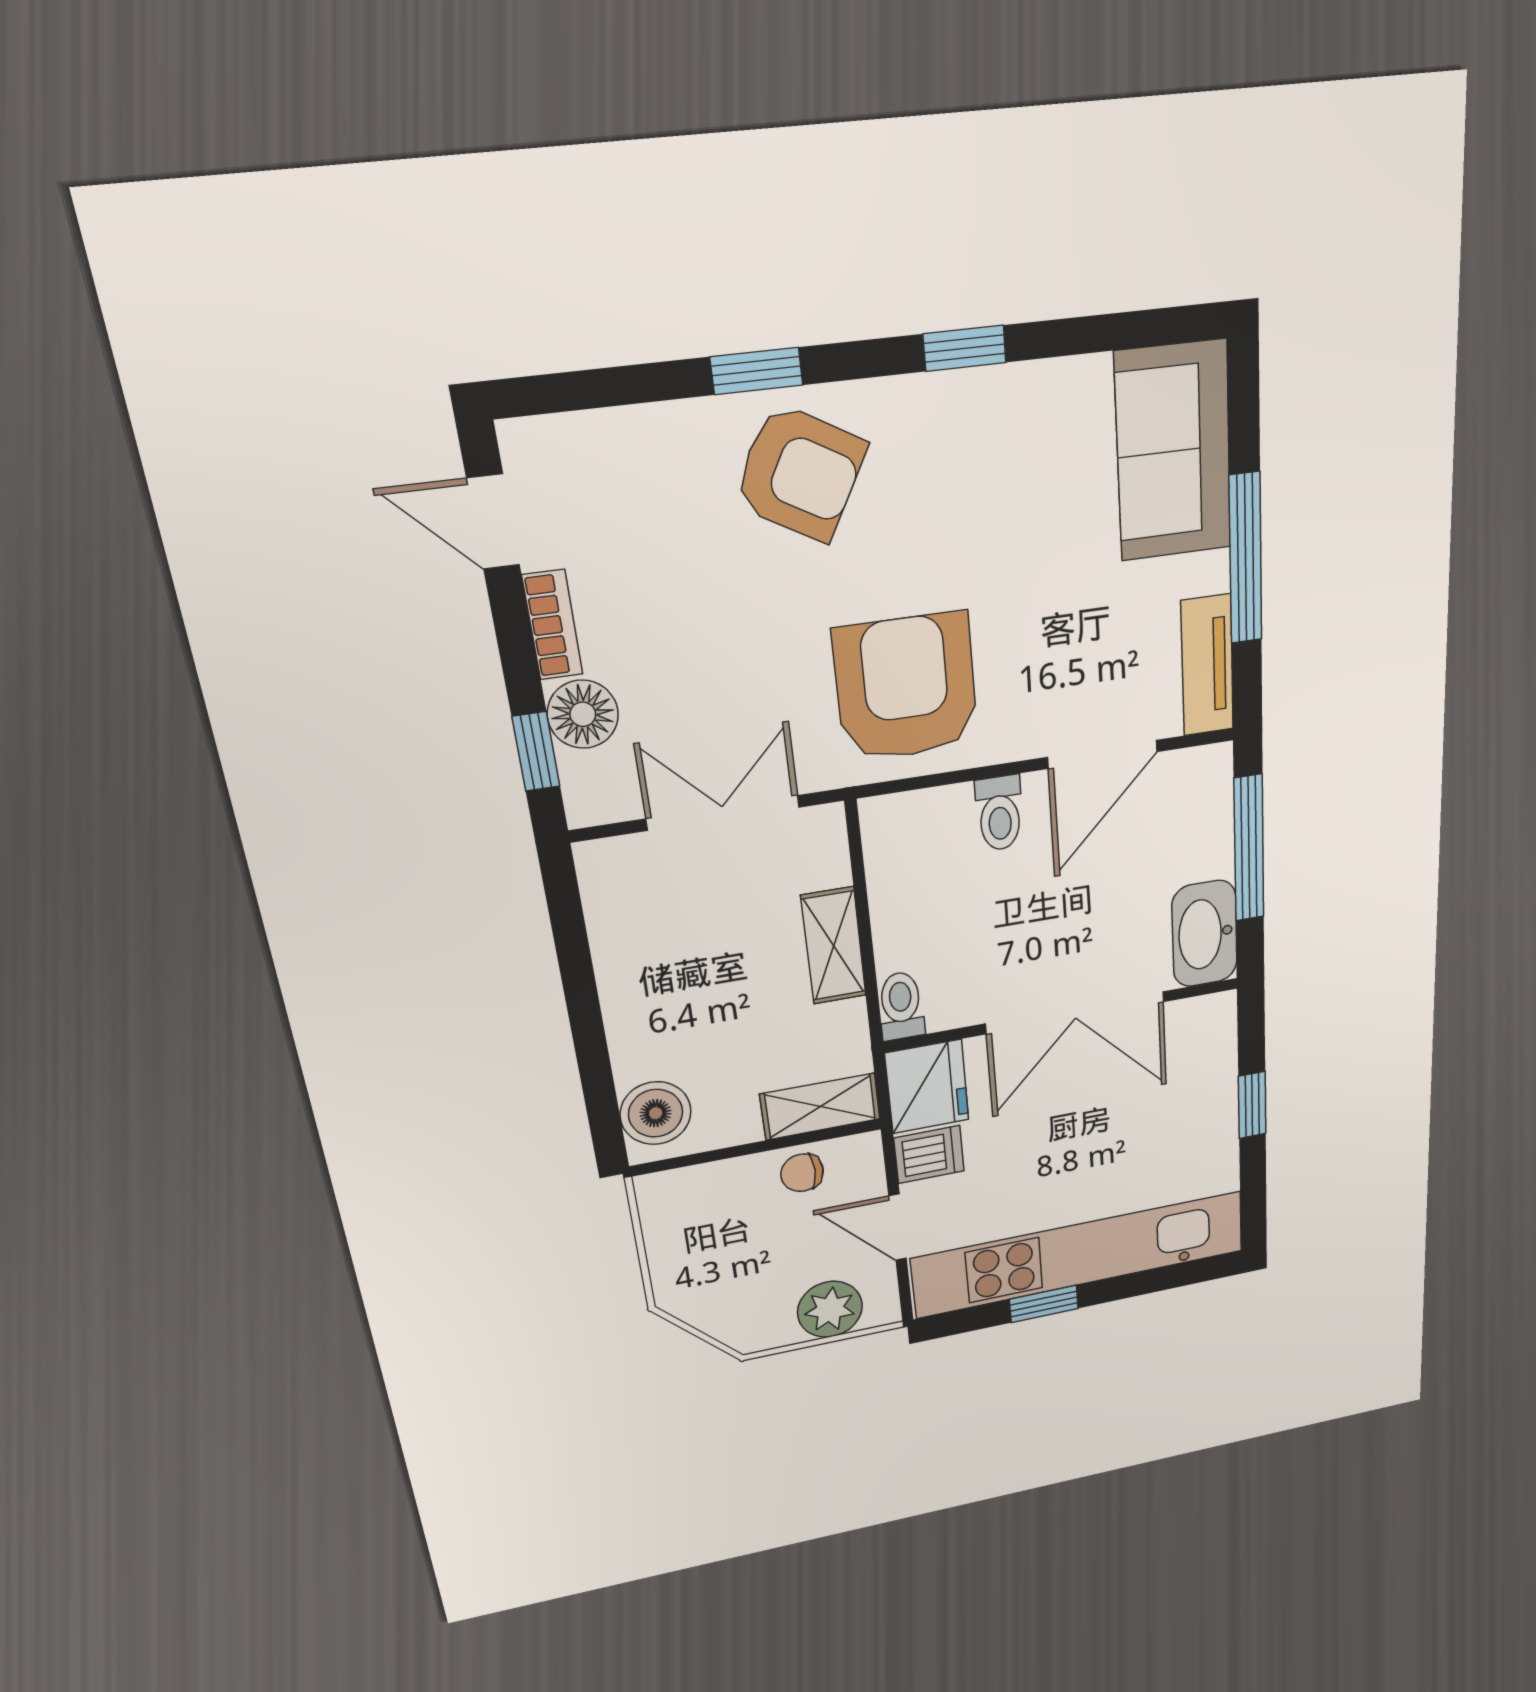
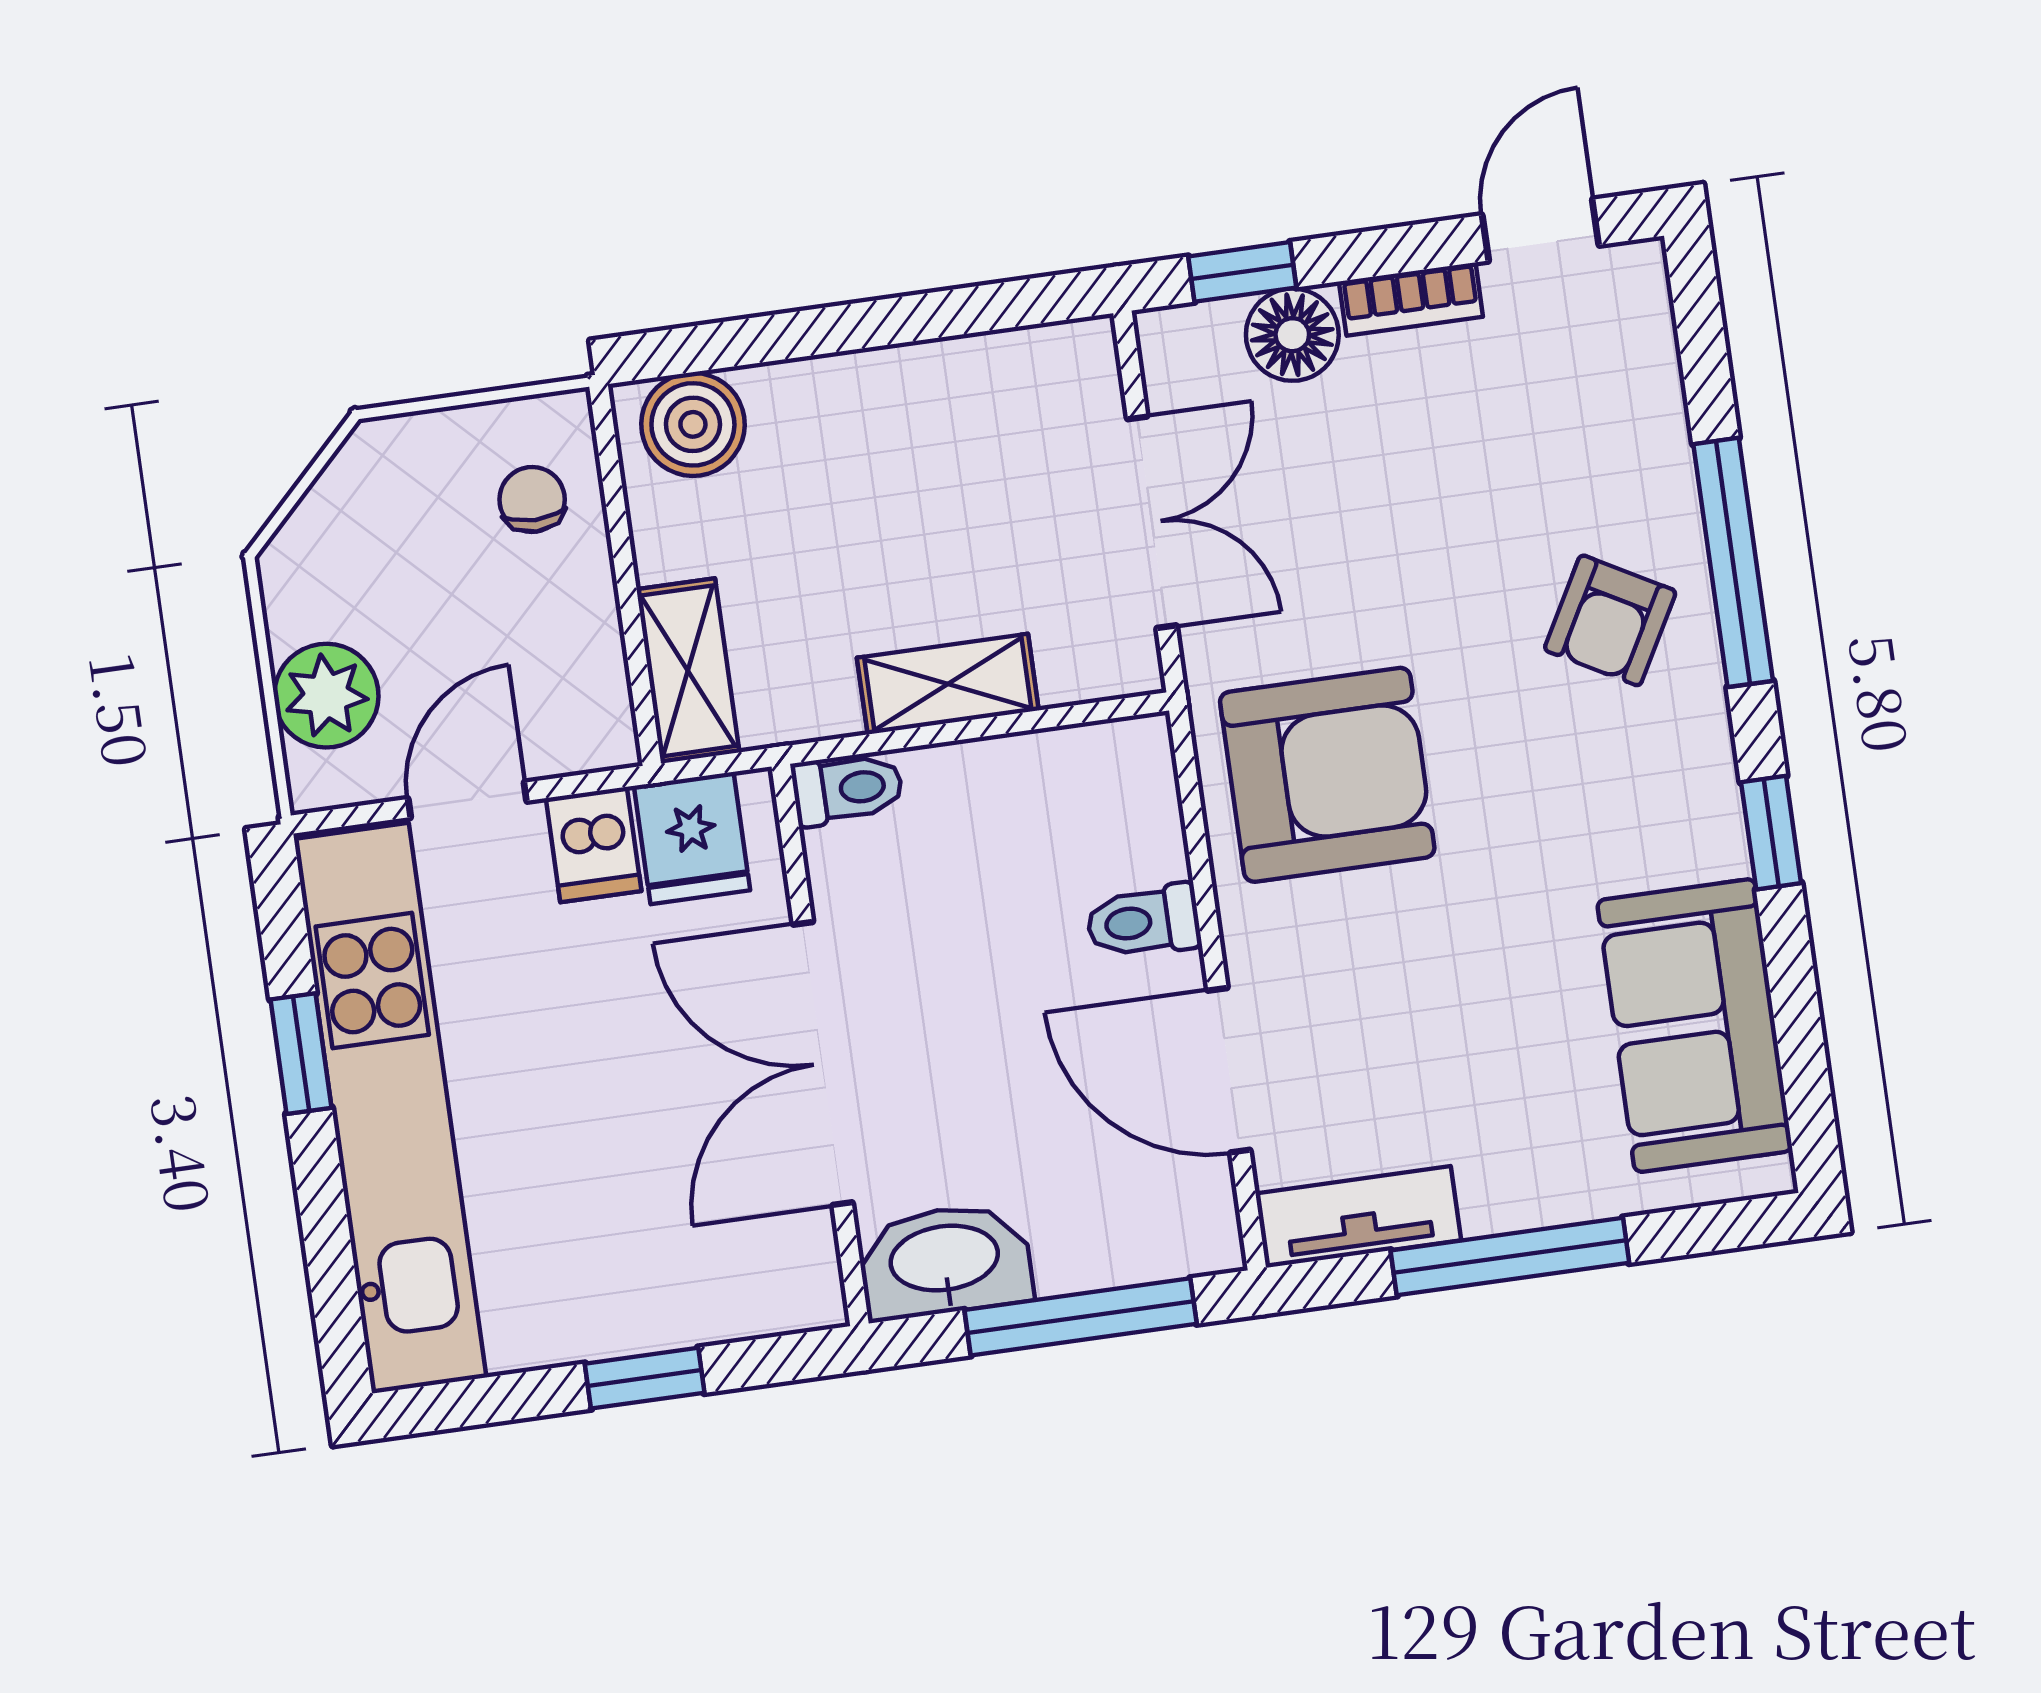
window: (757, 371) -> (1733, 562), width x2.17
sofa: (1173, 451) -> (1695, 1026), moved, turned -90
armchair: (800, 473) -> (1610, 620), width x0.72, depth x0.72
fridge: (927, 1087) -> (692, 838), width x0.72
chair: (802, 1173) -> (532, 499), moved

